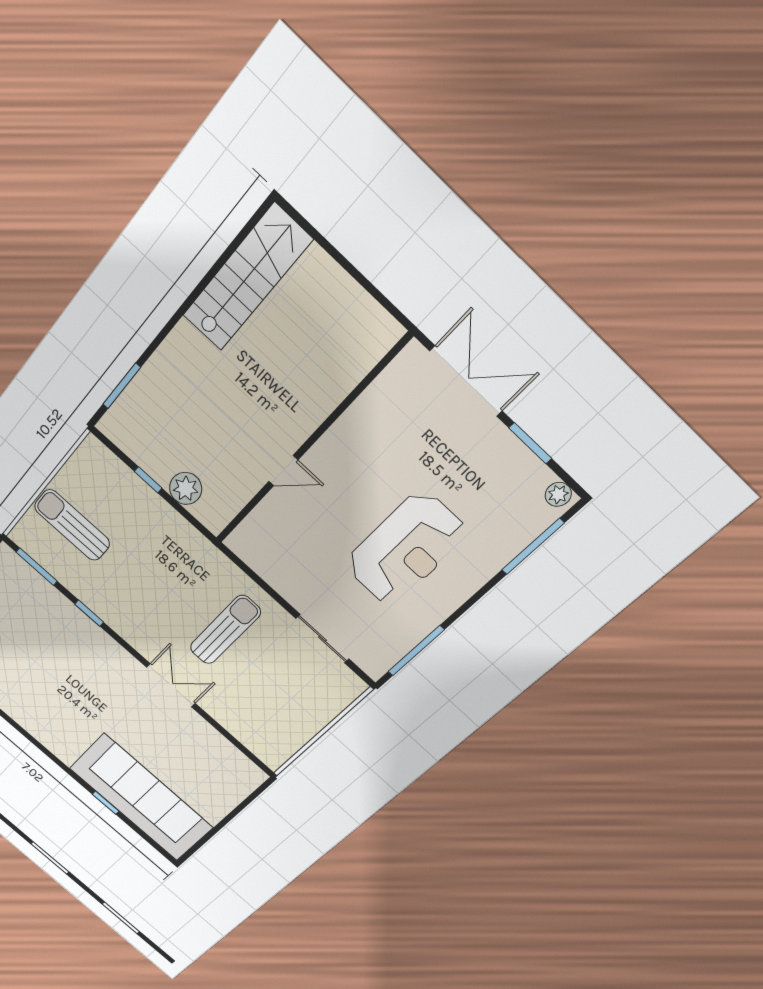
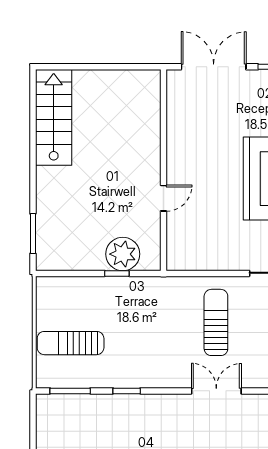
window: (148, 480) -> (117, 273), moved
plant: (186, 488) -> (123, 254), width x1.36, depth x1.36

